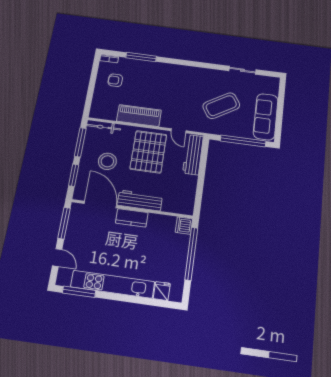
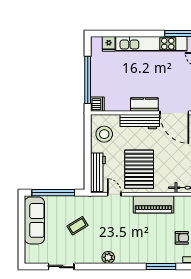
plant: (193, 72) -> (108, 257), added
coffee table: (221, 106) -> (77, 226), width x0.54, depth x0.58
stool: (107, 161) -> (104, 134), moved

